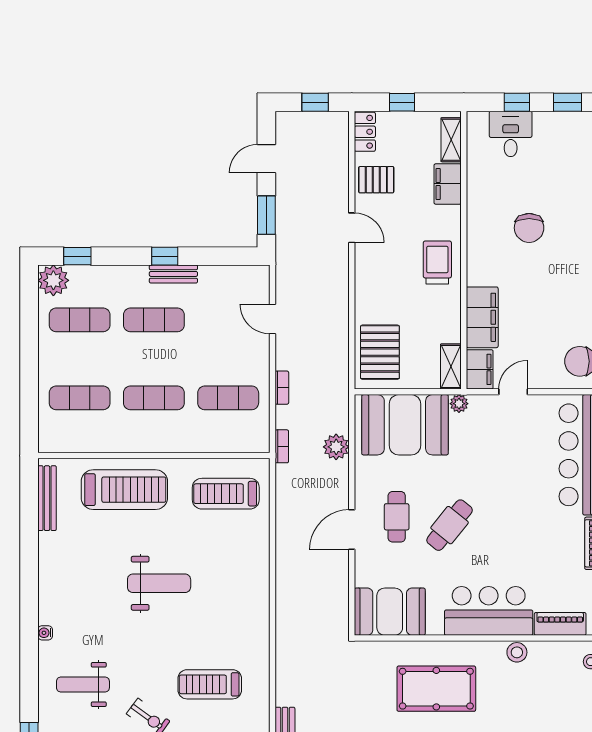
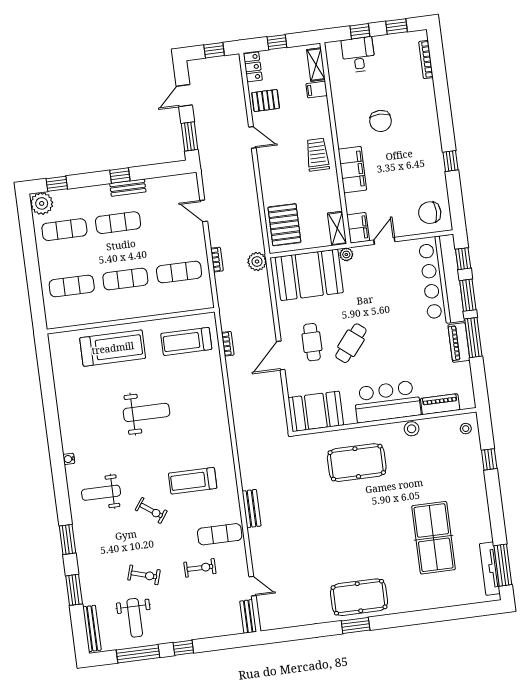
filing cabinet: (448, 184) -> (317, 90), width x0.50
filing cabinet: (482, 317) -> (352, 170), moved
bookcase: (282, 446) -> (228, 344), moved
plant: (336, 447) -> (257, 261), moved
bench: (47, 498) -> (58, 361), removed

